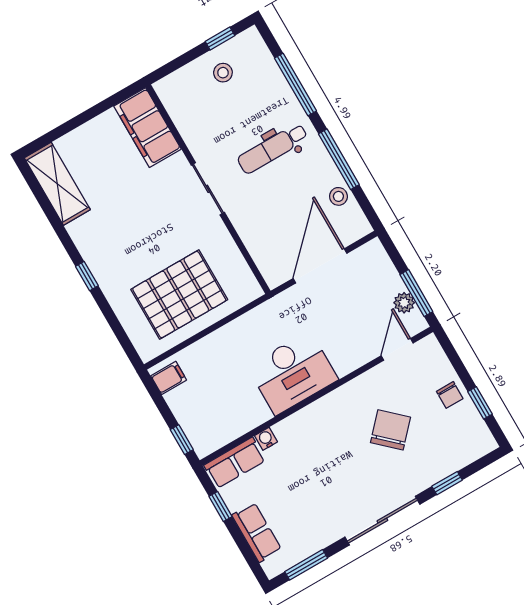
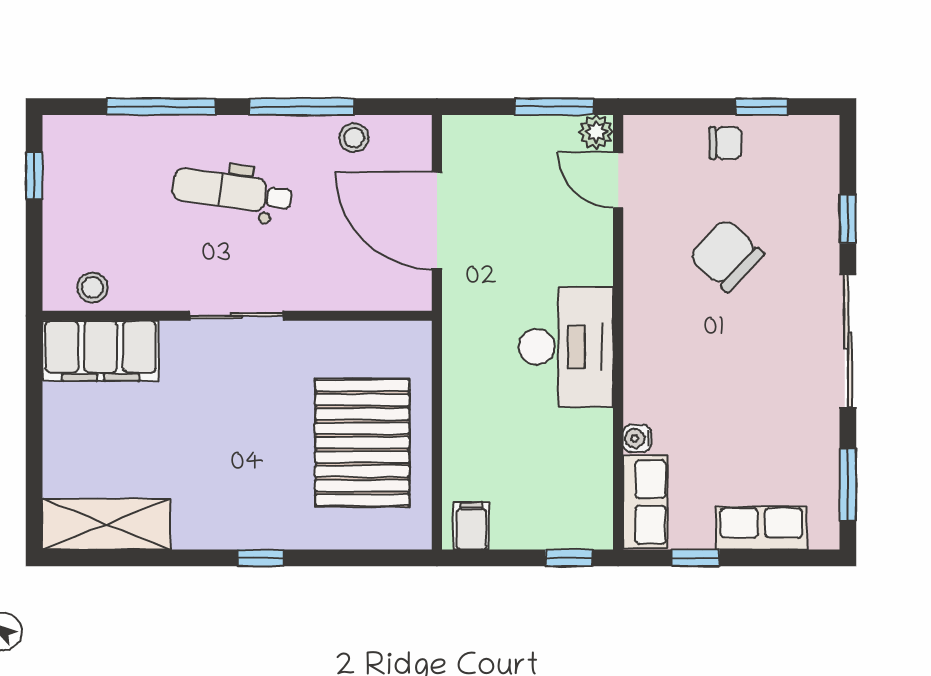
stool: (223, 73) -> (93, 287), moved
dental chair: (273, 148) -> (232, 191), turned 98
plant: (404, 303) -> (596, 132), moved

